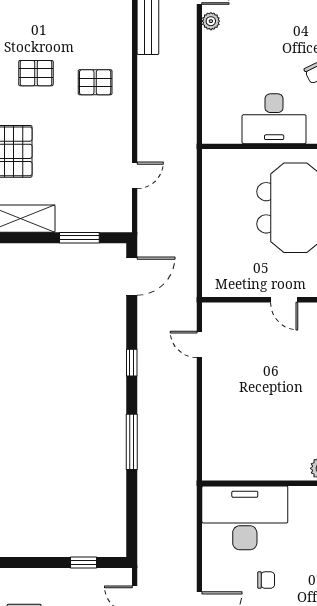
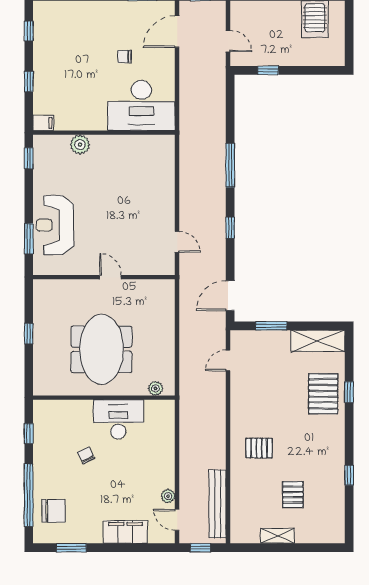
pallet: (36, 73) -> (293, 495), moved, turned 90
plant: (227, 158) -> (155, 388), added
door: (135, 175) -> (228, 361), moved

